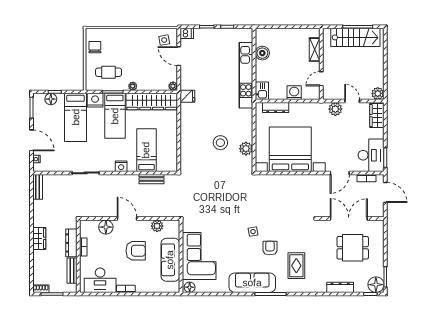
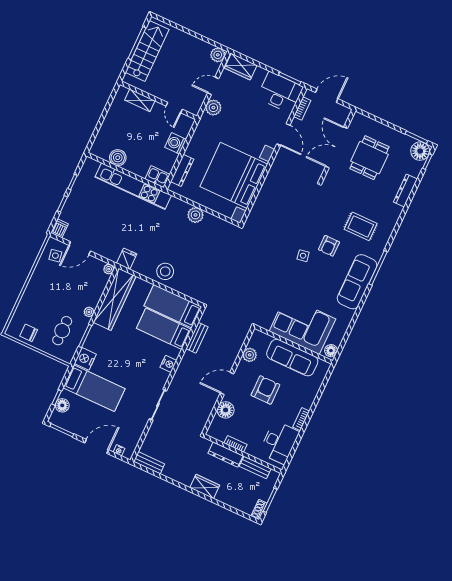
bed: (115, 116) -> (173, 306), moved, turned 180
stool: (220, 143) -> (165, 271), moved
plant: (246, 149) -> (195, 215), moved
armchair: (270, 248) -> (329, 246), turned -90

